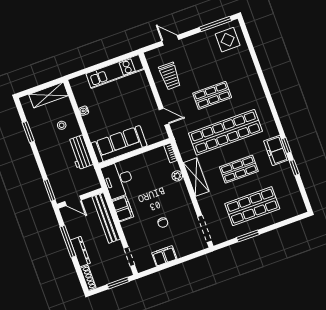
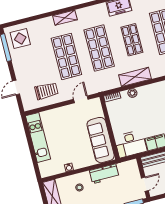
shelving: (257, 89) -> (65, 18), added
shop shelf: (212, 95) -> (66, 56), width x1.43, depth x1.36
shop shelf: (226, 132) -> (99, 48), width x0.71

